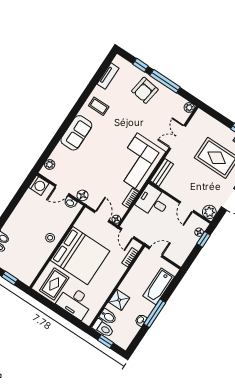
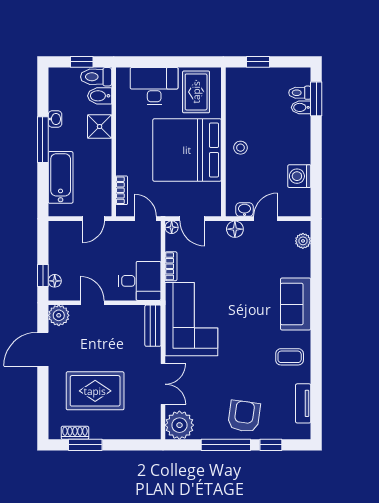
plant: (189, 108) -> (179, 425), width x1.87, depth x1.87
washing machine: (39, 185) -> (299, 176), moved

